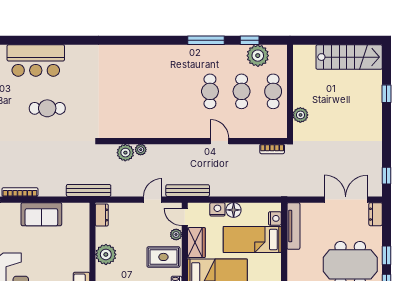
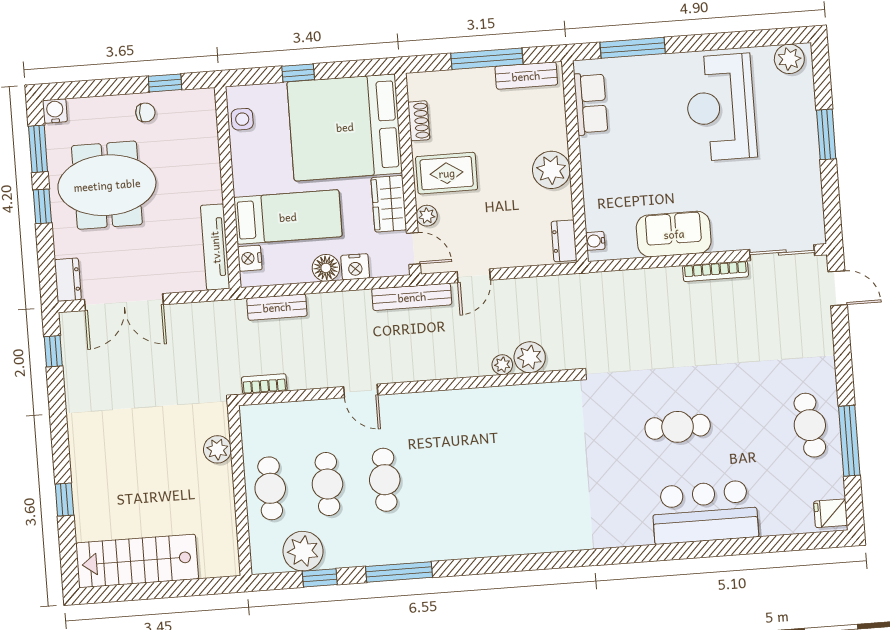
bench: (89, 190) -> (277, 307), moved, width x0.73
water cooler: (85, 214) -> (595, 241), added

